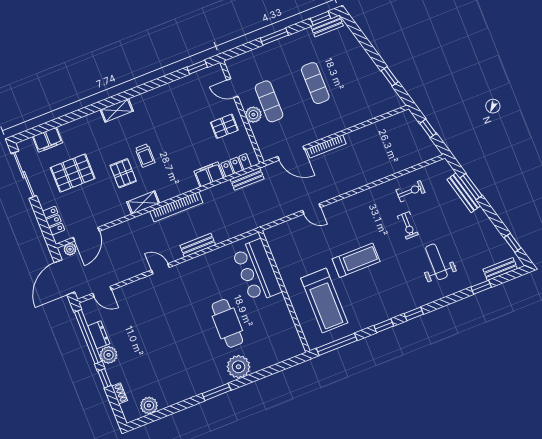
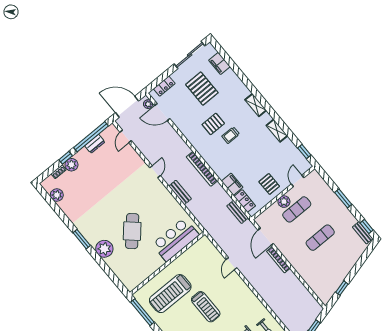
shelving: (143, 203) -> (277, 131), moved
cafe table: (227, 323) -> (132, 231), turned -48
plant: (109, 355) -> (71, 165), moved

